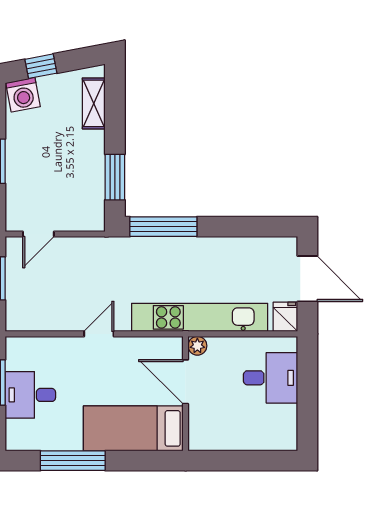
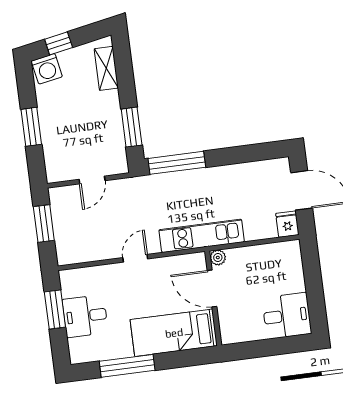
door: (38, 234) -> (92, 180), moved
kitchen unit: (200, 317) -> (202, 236), width x0.73
desk: (270, 378) -> (287, 316), moved

